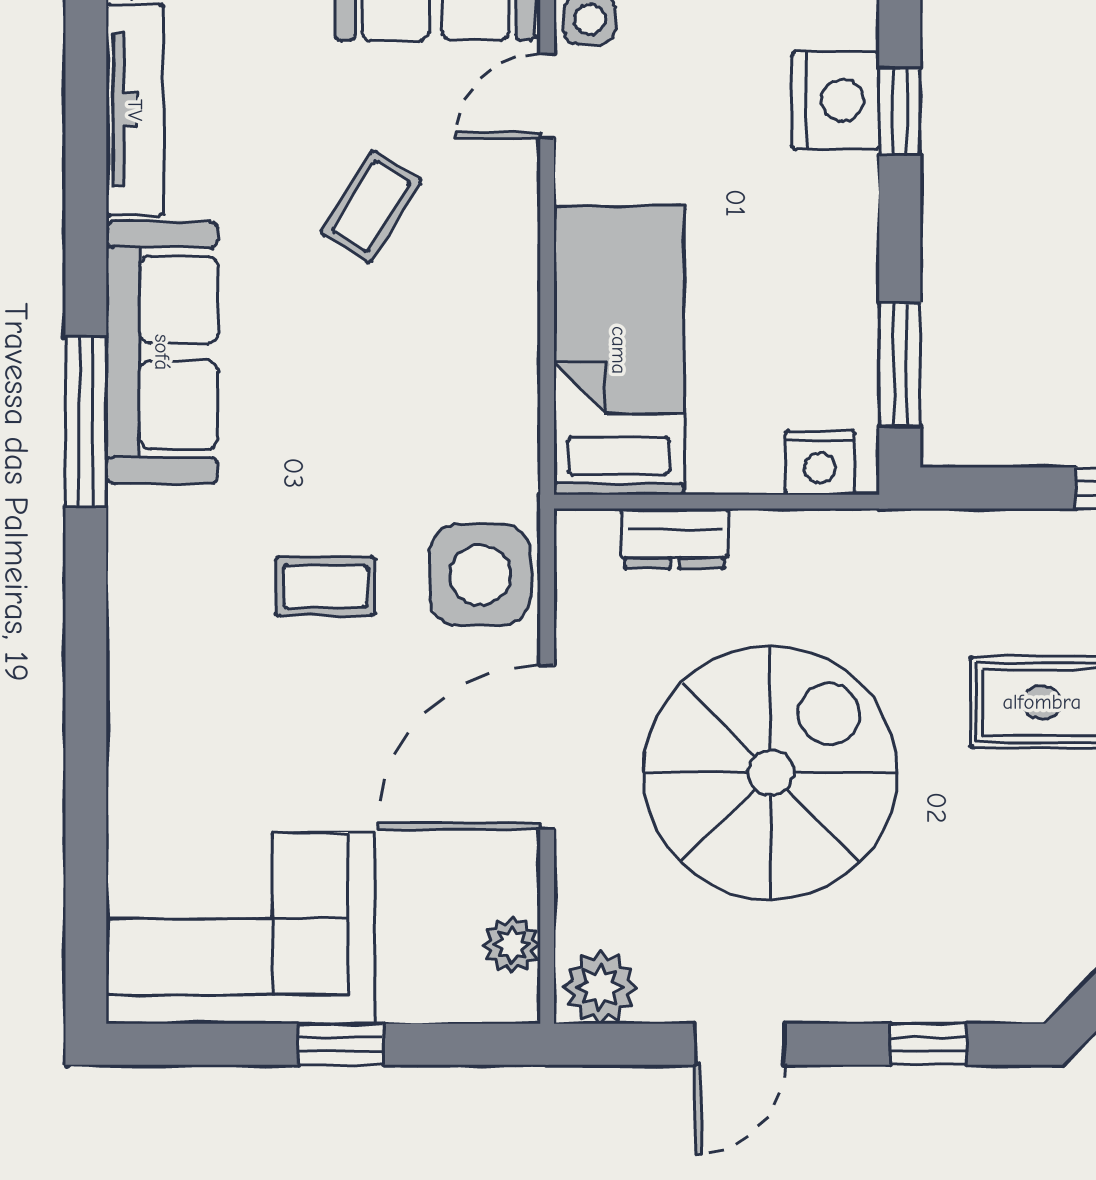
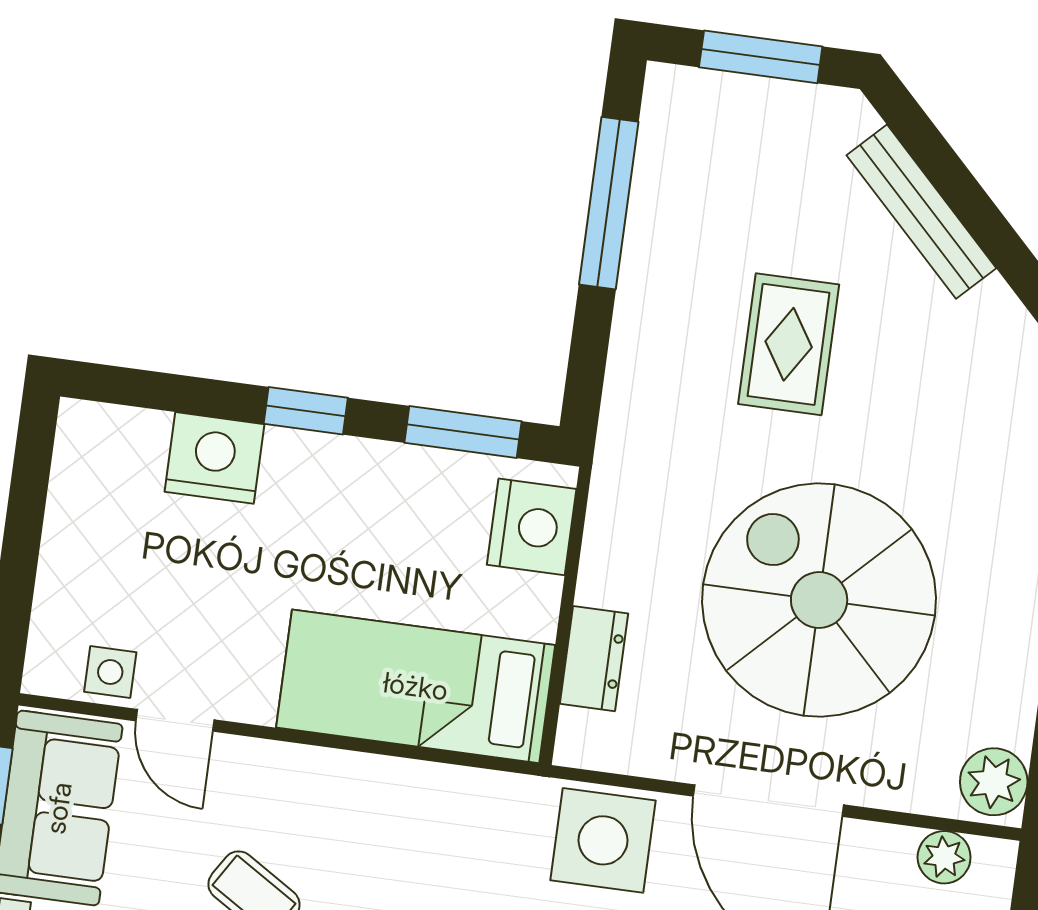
window: (900, 111) -> (306, 411), moved
nightstand: (820, 463) -> (532, 527), width x1.36, depth x1.33

